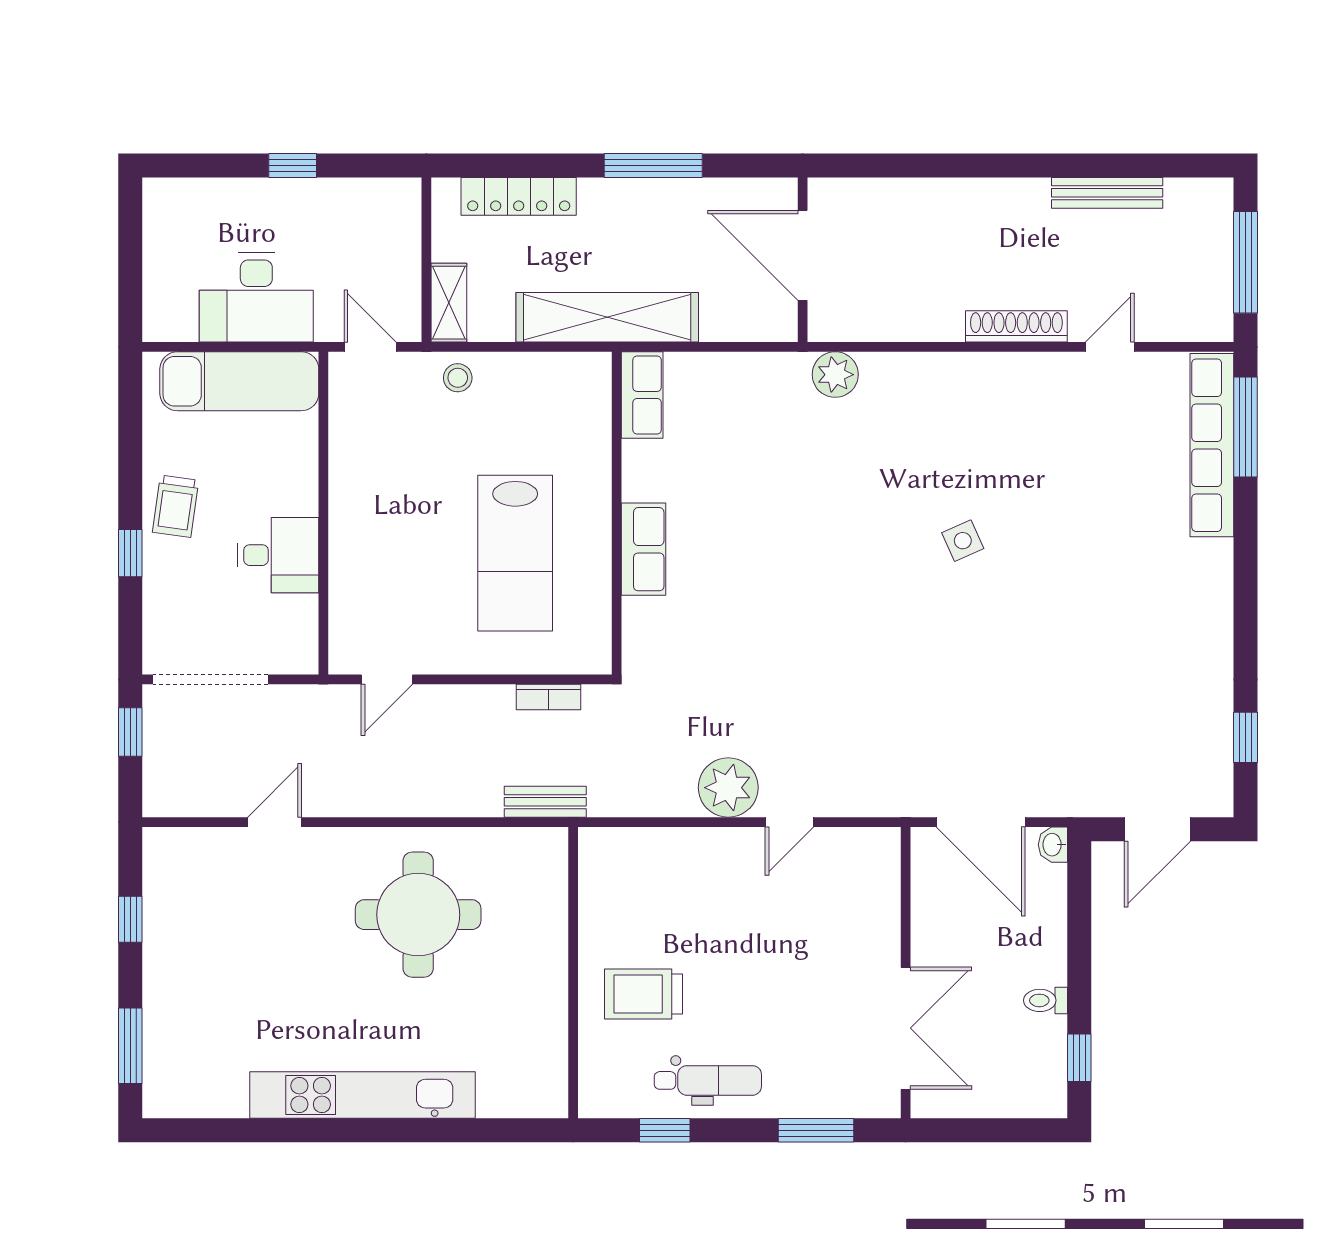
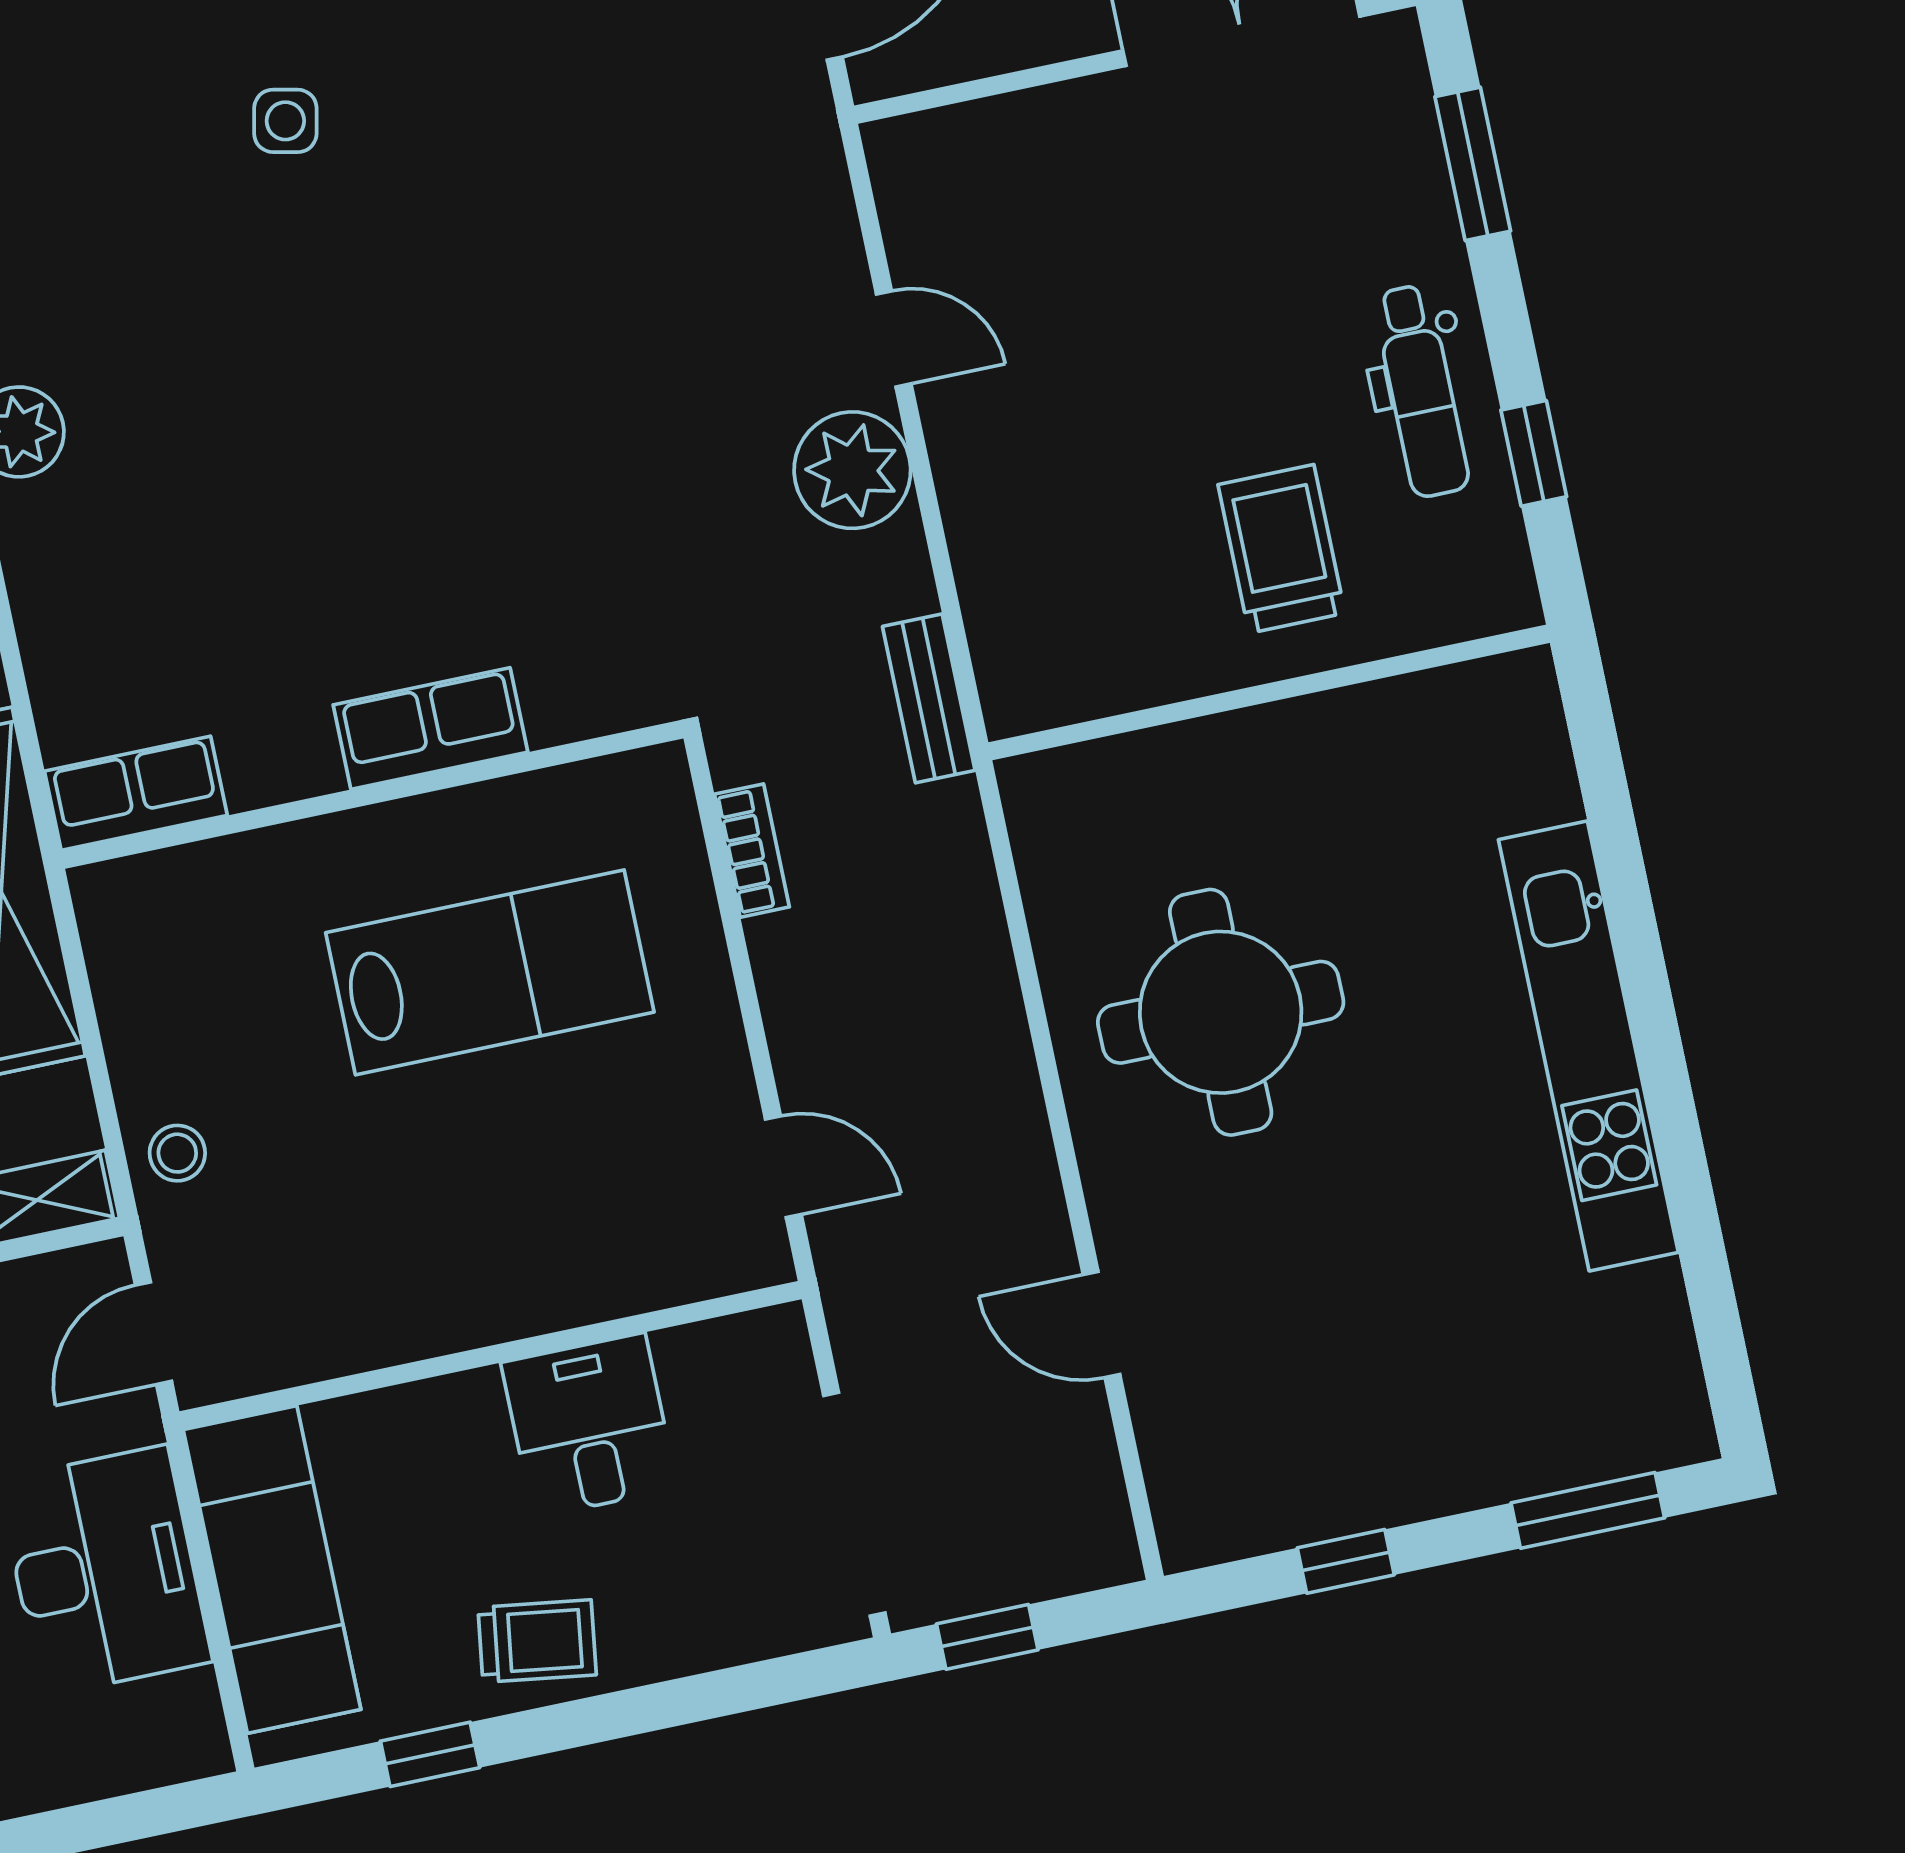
side table: (963, 541) -> (285, 121), turned 36
window: (130, 553) -> (430, 1754), moved
bench: (545, 802) -> (929, 698), moved
trolley: (644, 994) -> (1282, 549), turned 180
dental chair: (708, 1080) -> (1421, 391), turned 180

